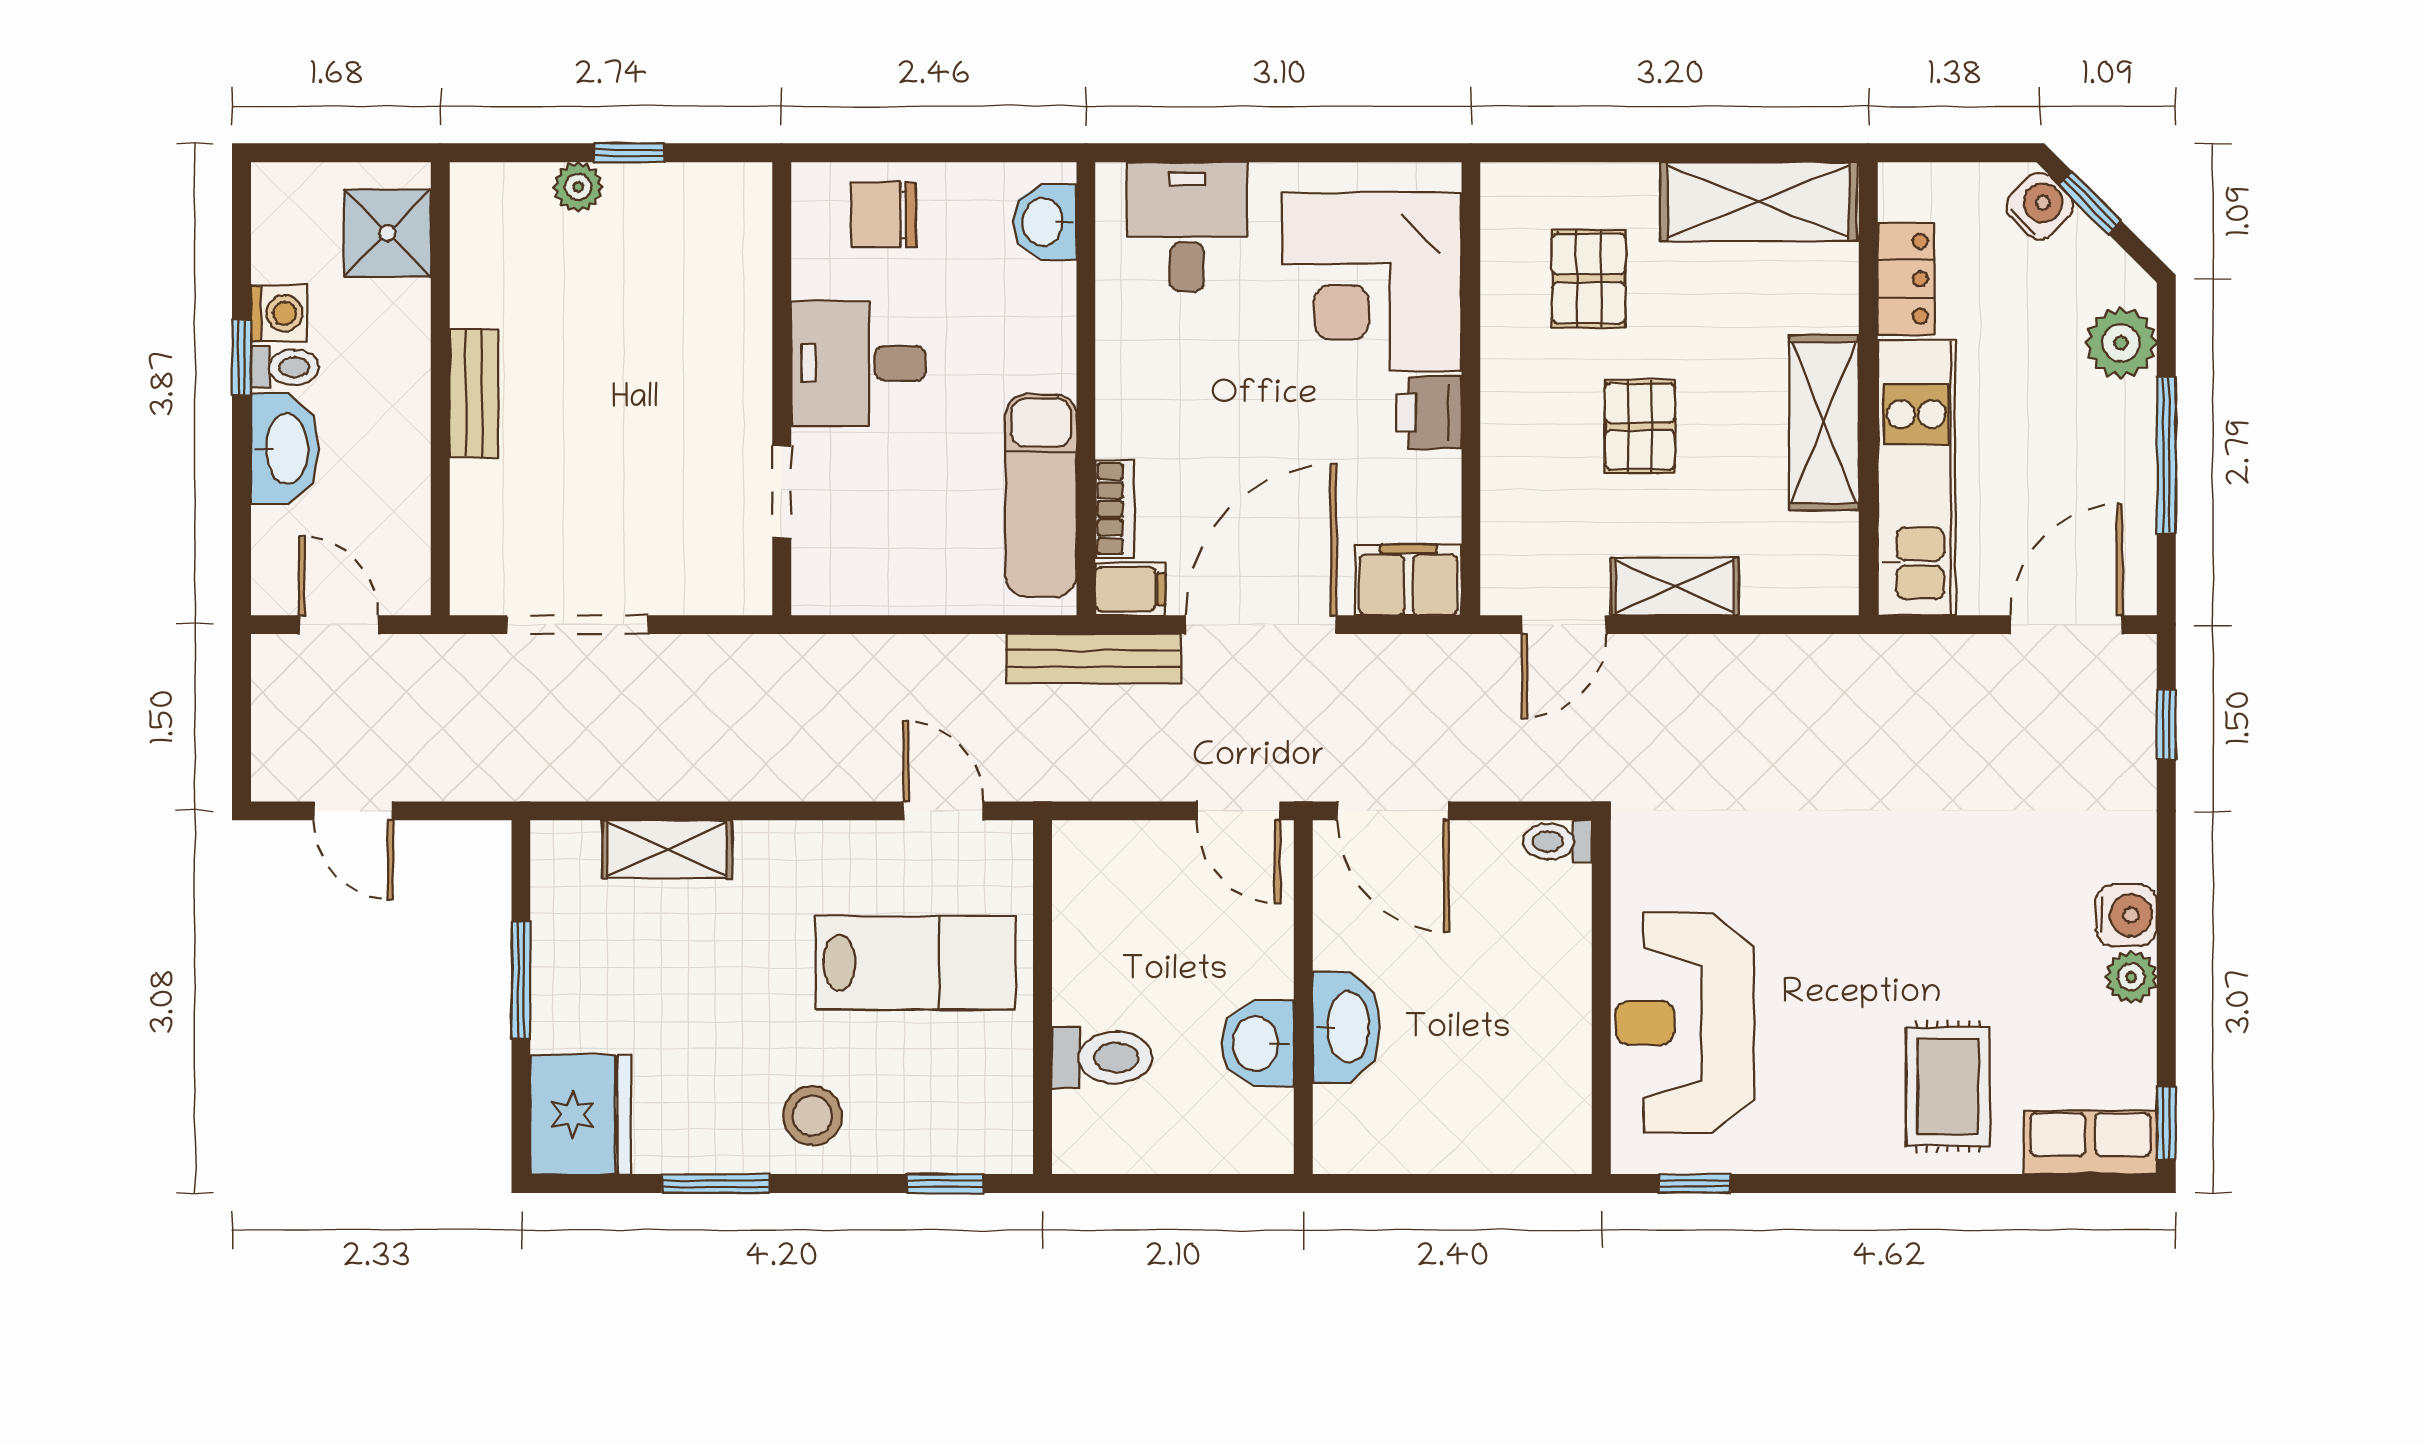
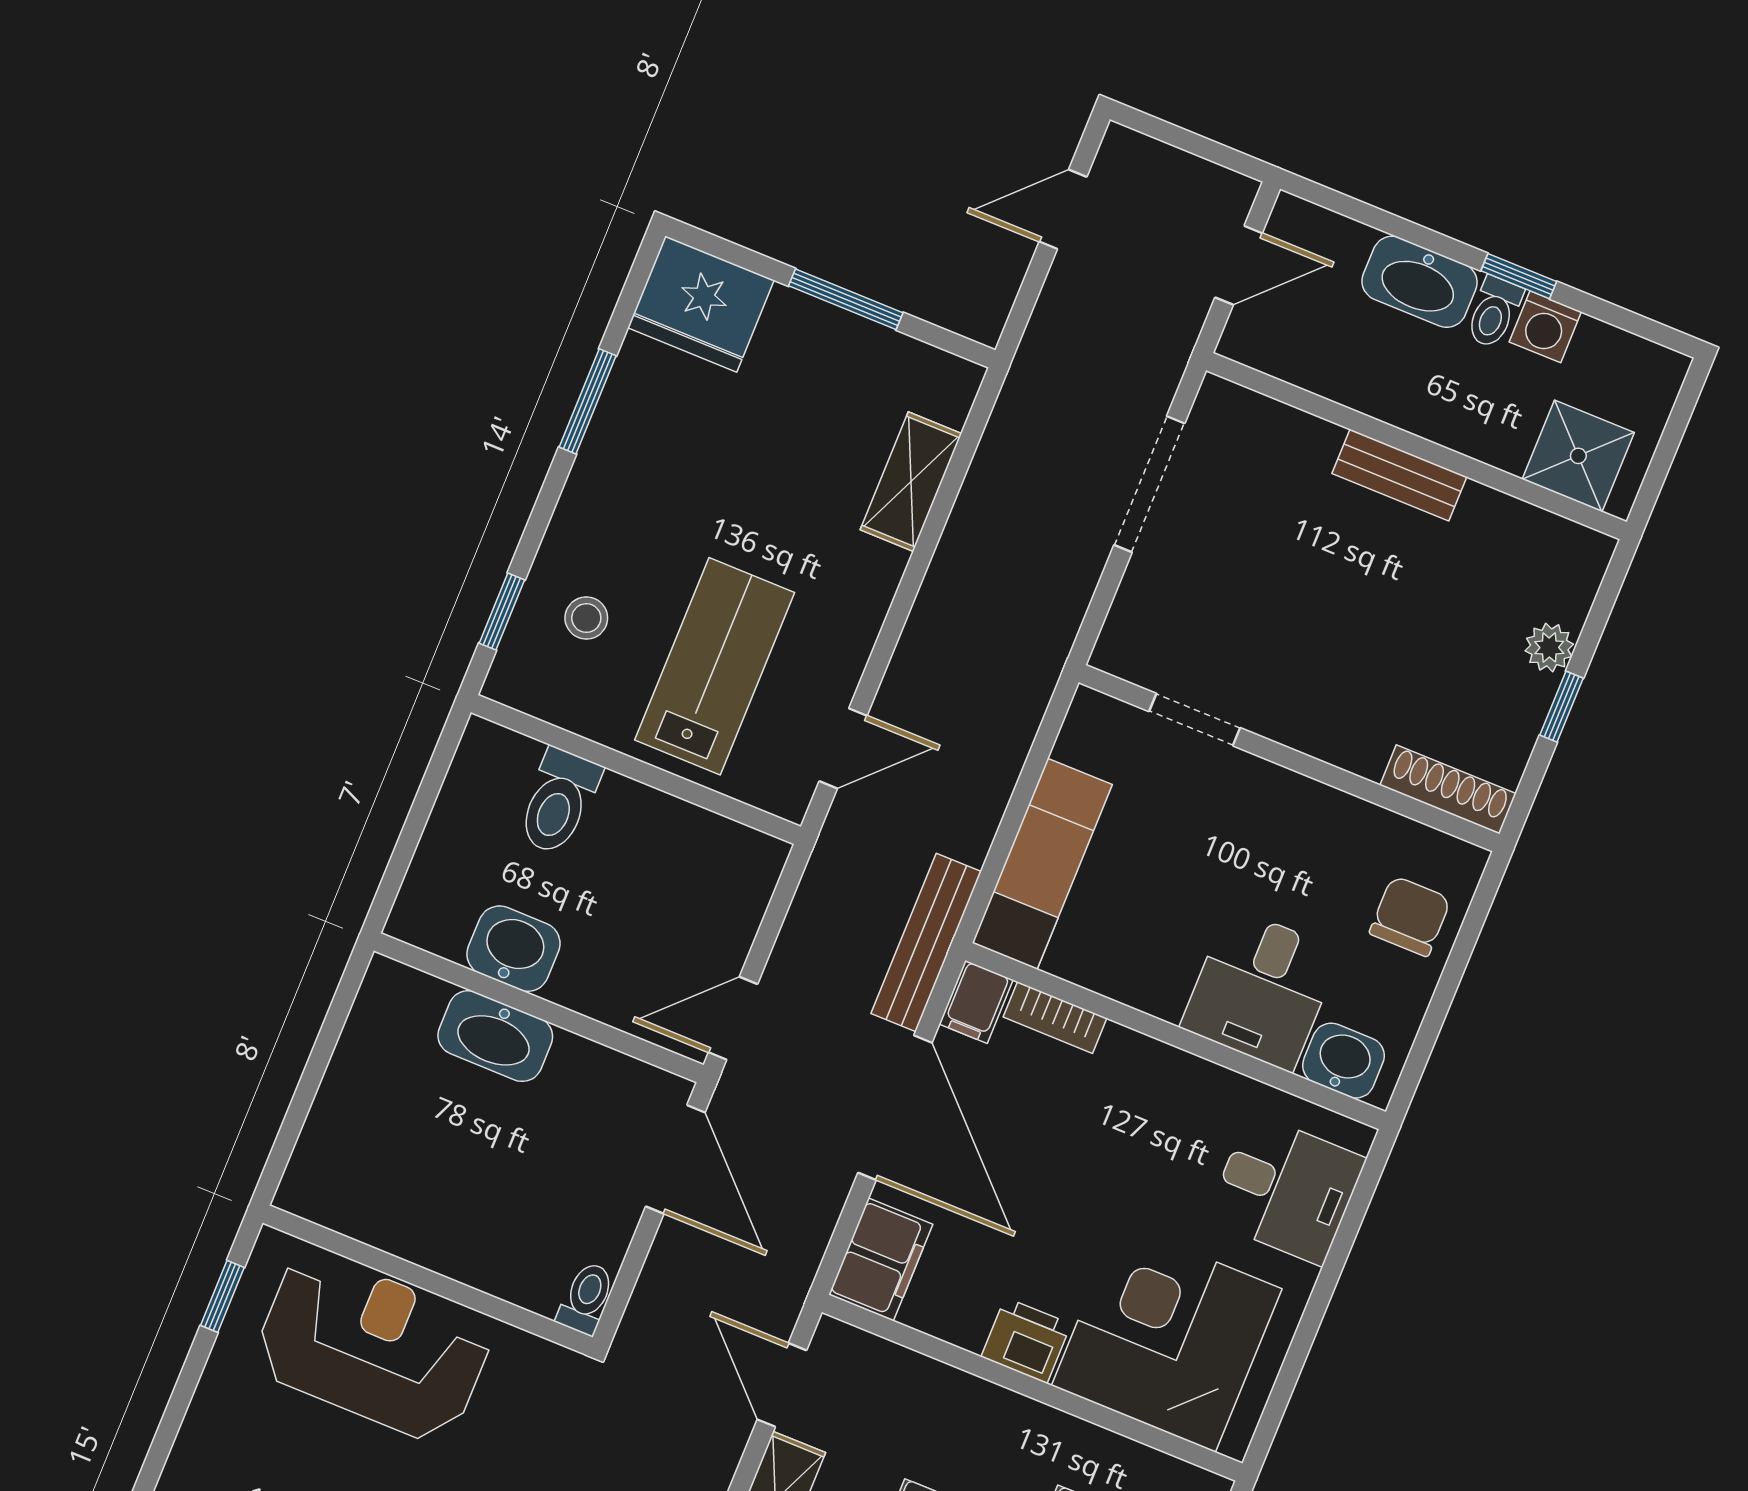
shoe rack: (750, 228) -> (1448, 789), added
desk: (858, 363) -> (1261, 989), moved, turned 180
exam couch: (1041, 496) -> (1042, 864), moved, turned 90
door: (1393, 811) -> (675, 1159), swing flipped
lab bench: (915, 963) -> (715, 666), turned 180
stool: (812, 1116) -> (586, 618), moved, width x0.73, depth x0.73

